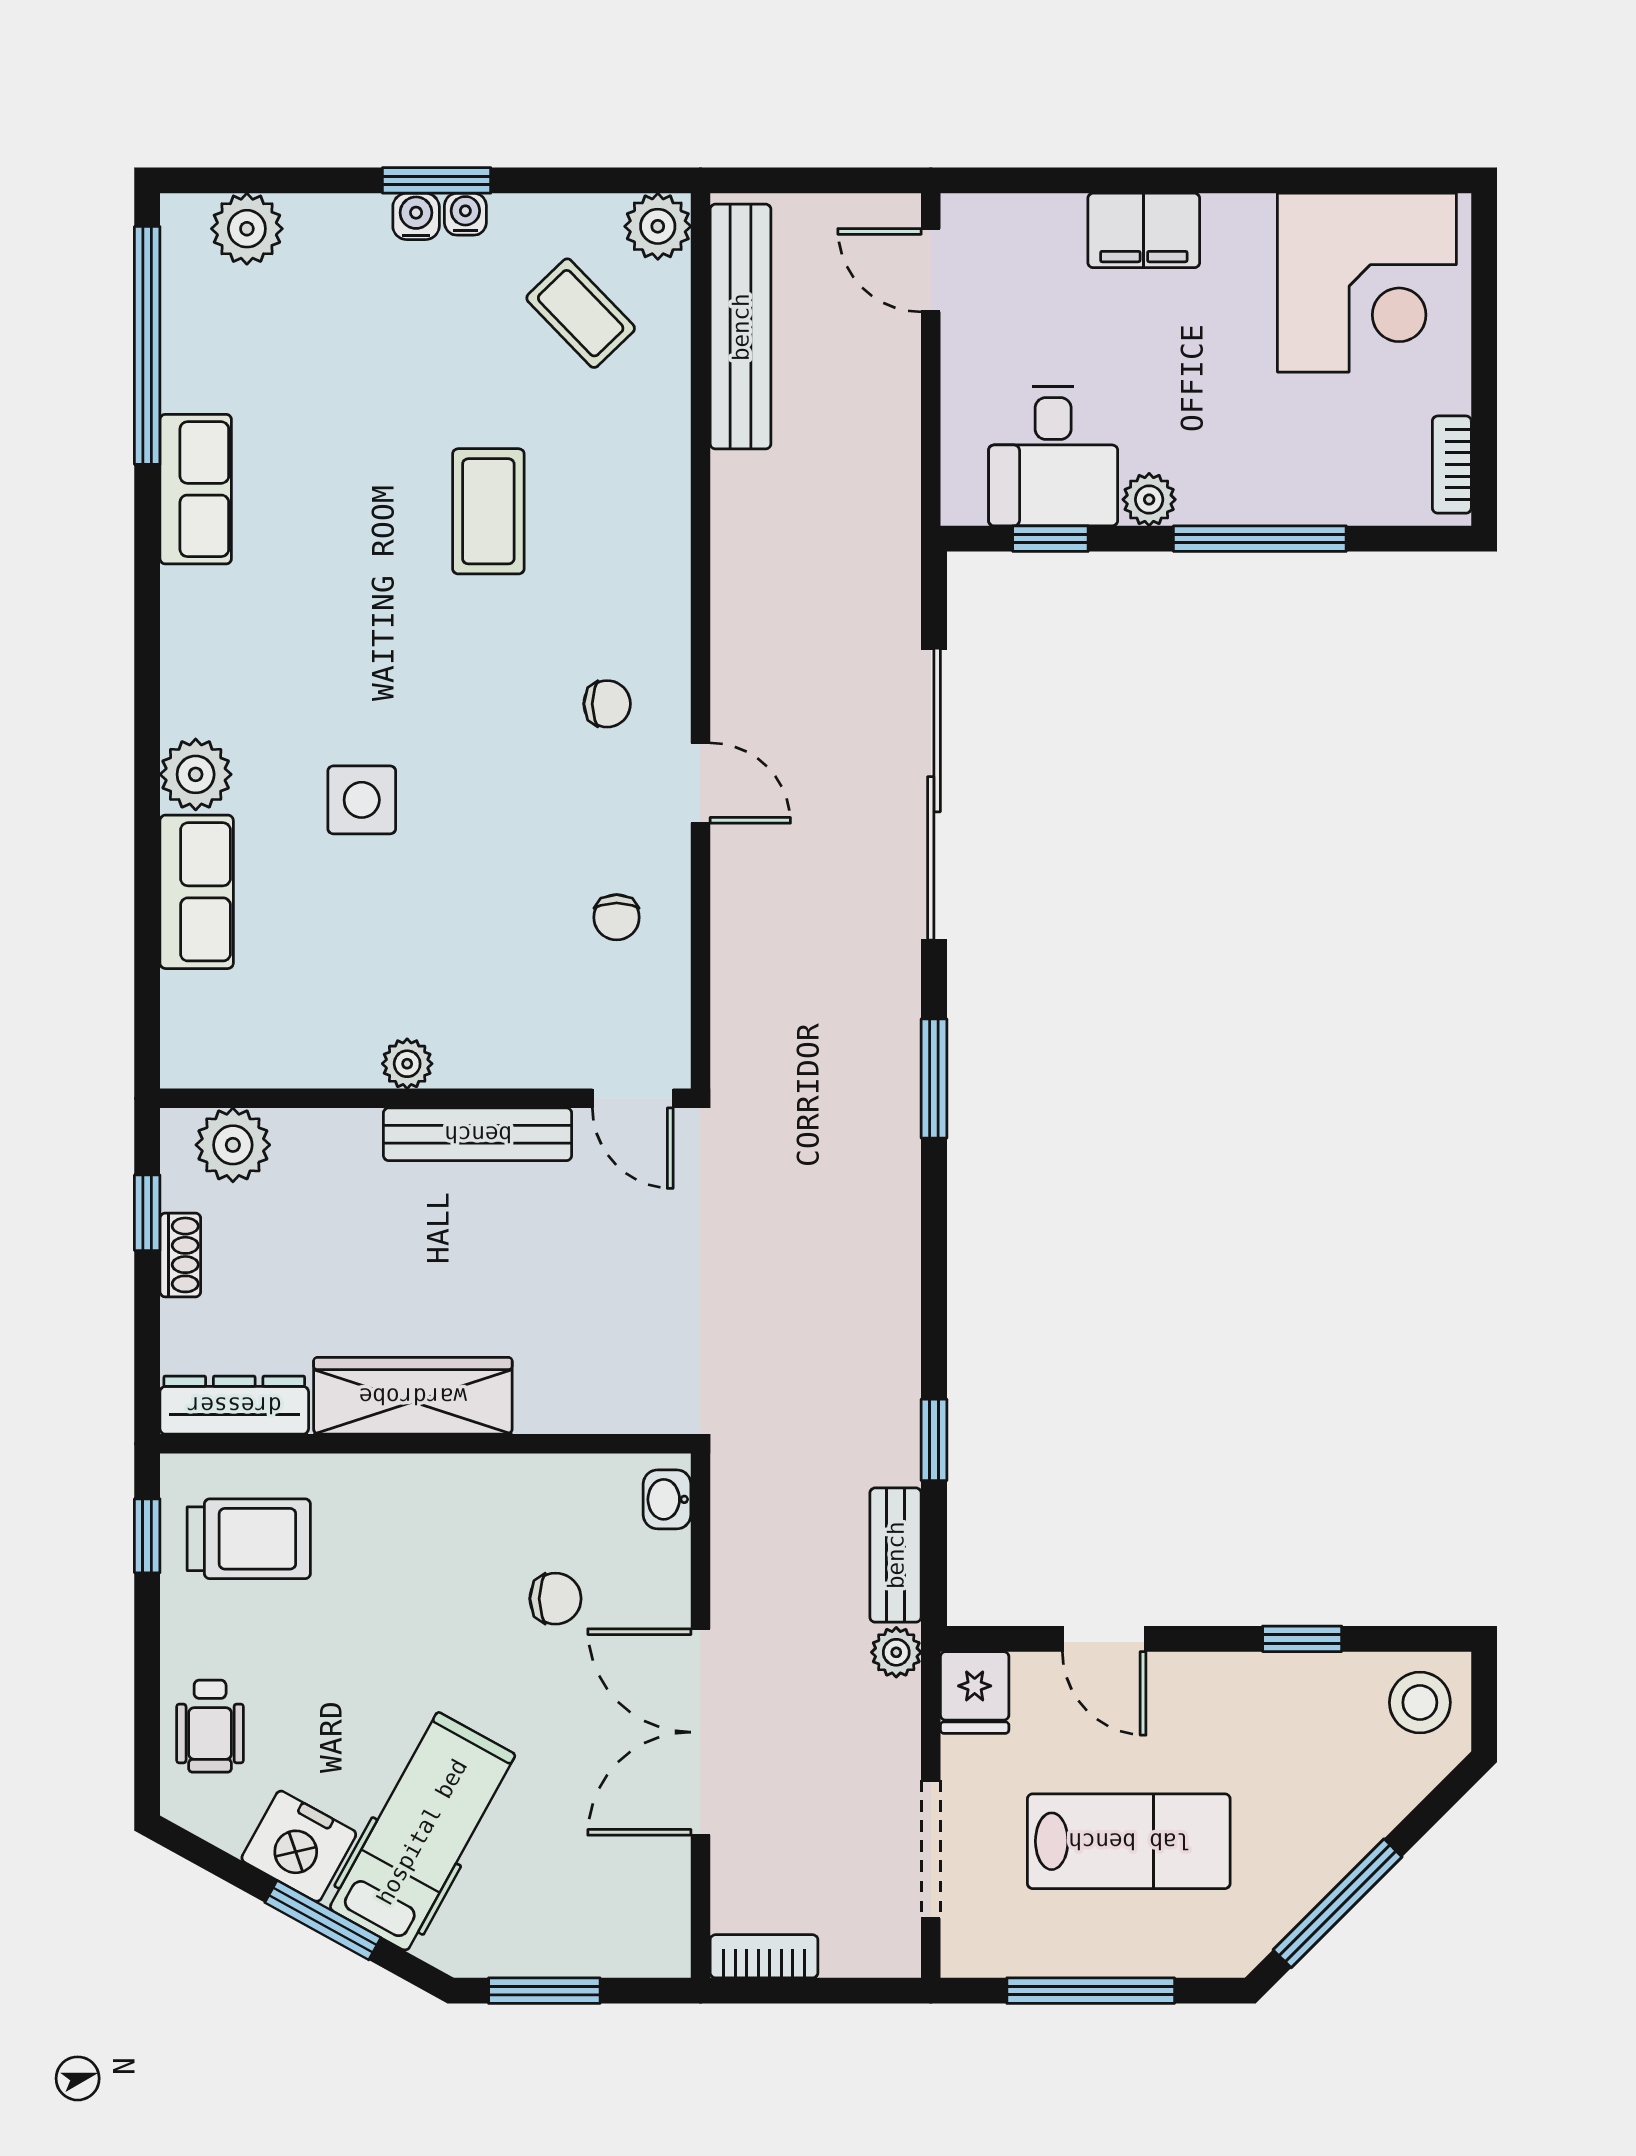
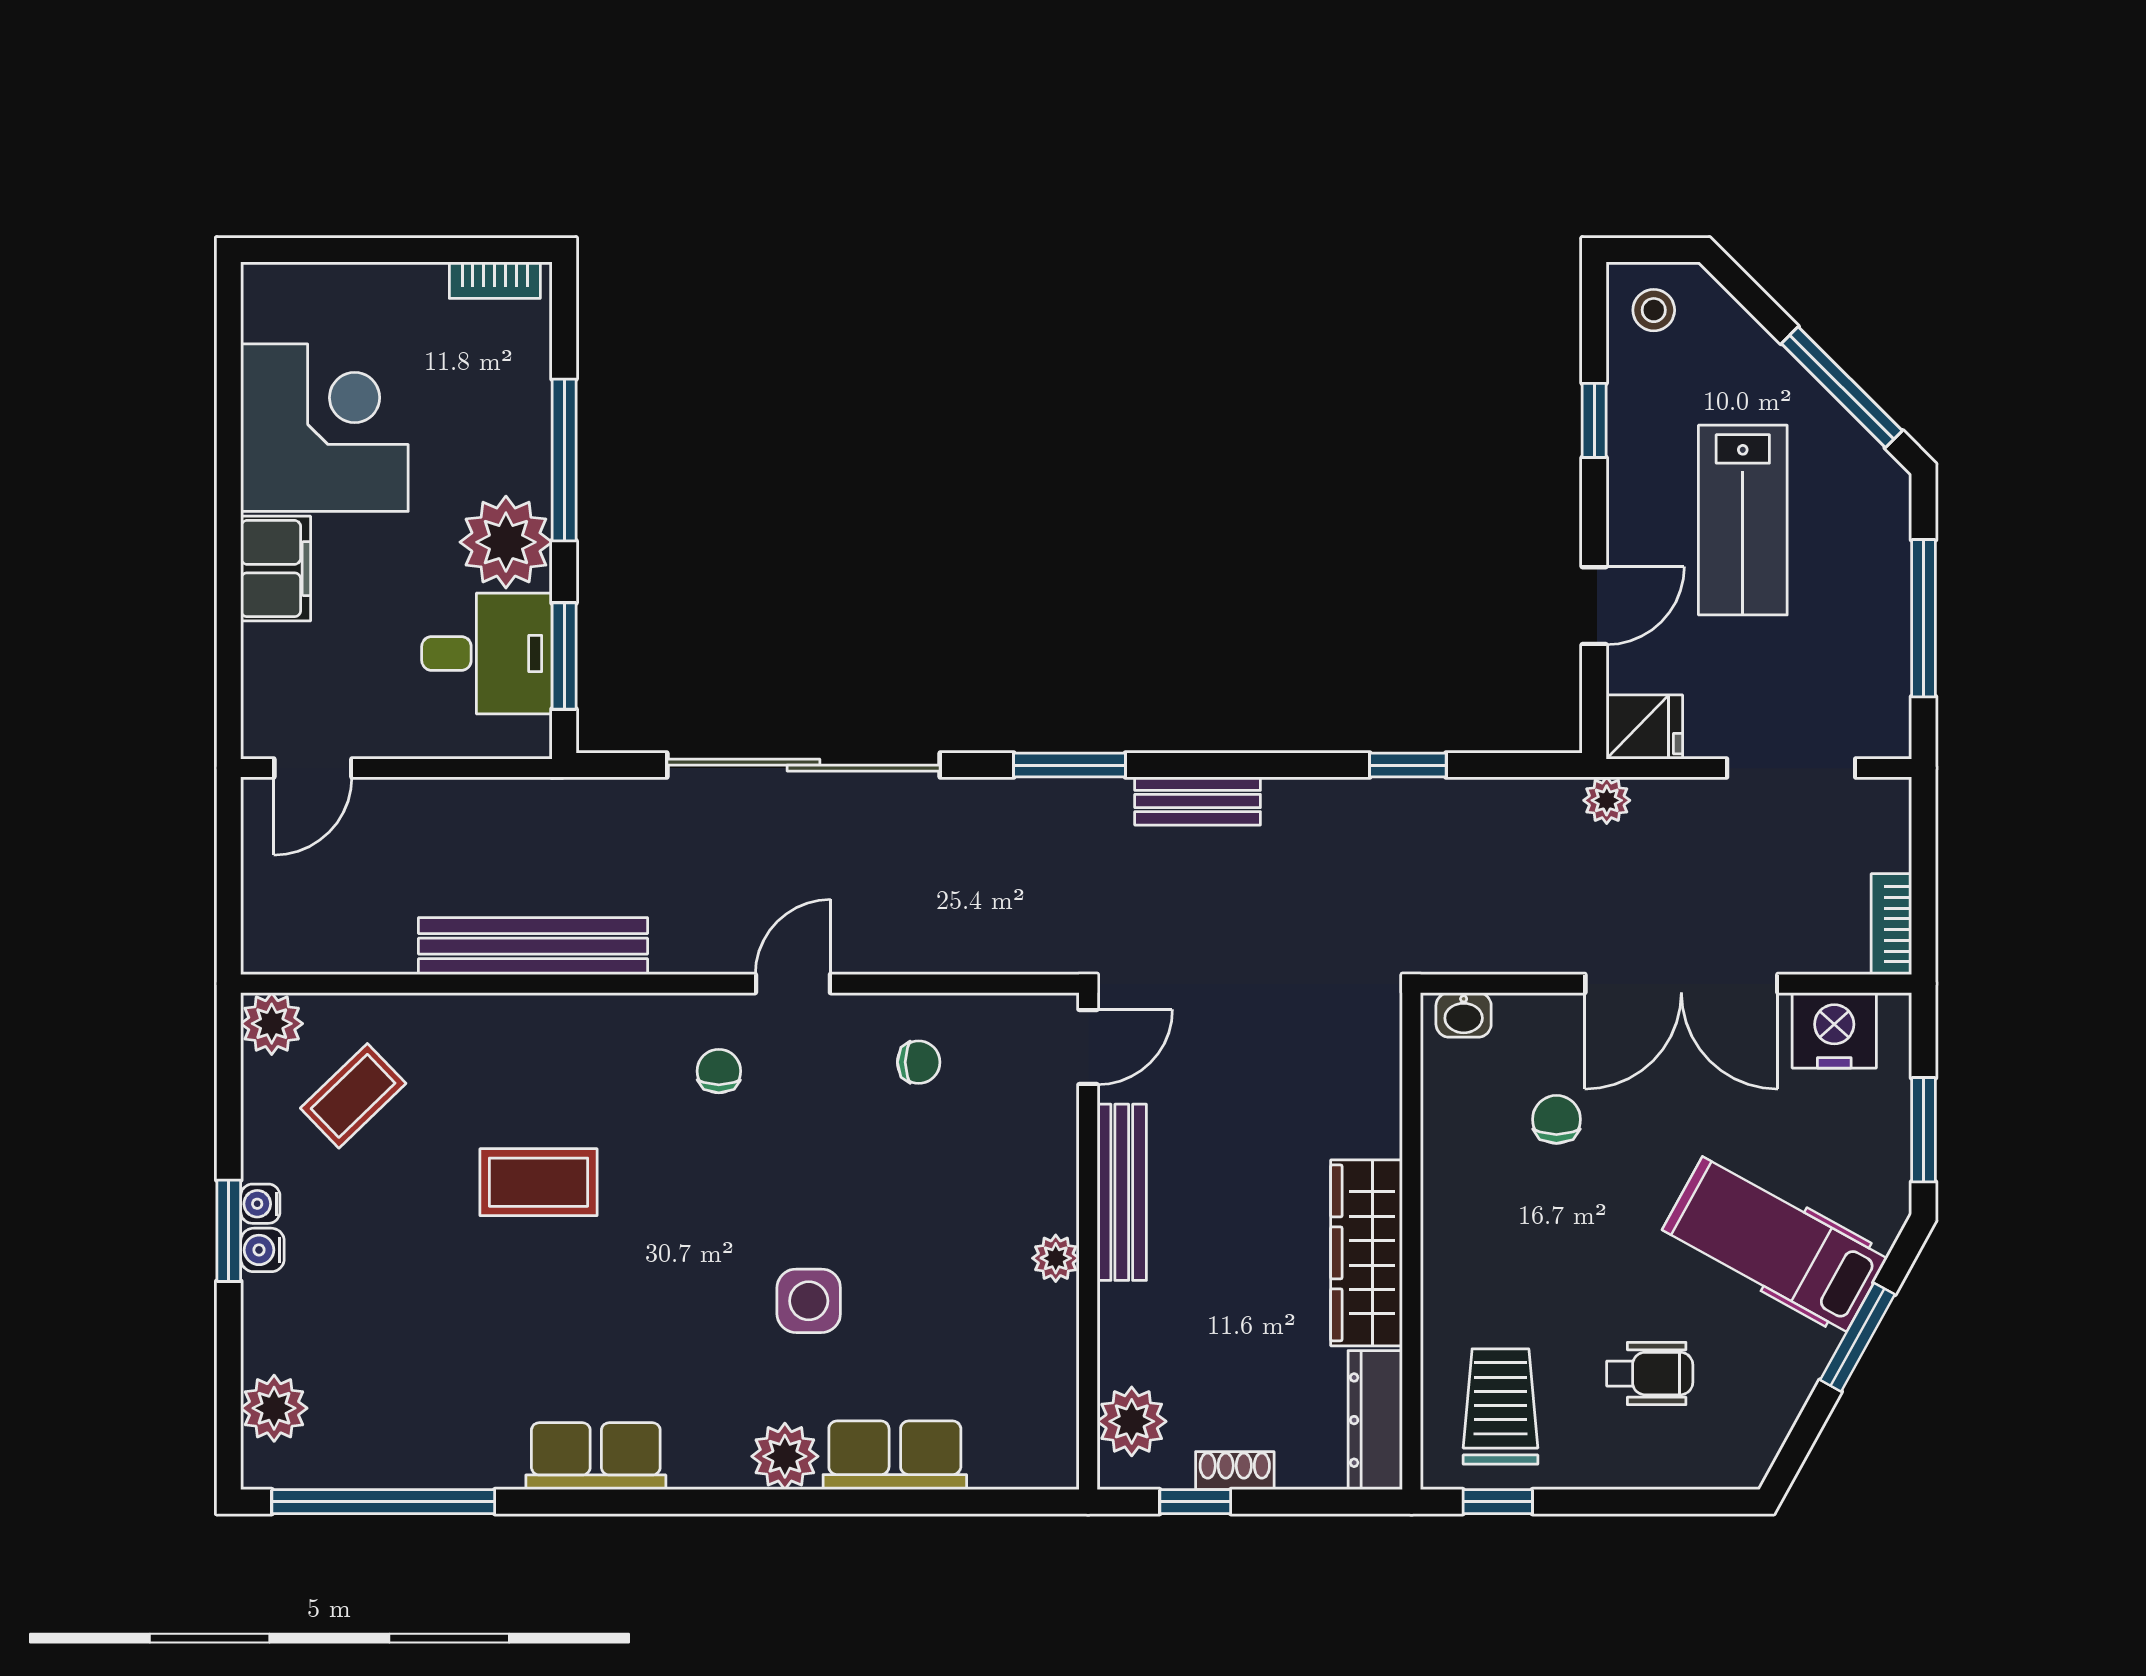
corner desk: (1367, 283) -> (324, 428), moved
bench: (741, 327) -> (533, 946), moved
row of seats: (196, 489) -> (596, 1456), moved
plant: (1149, 500) -> (506, 542), width x1.88, depth x1.88
window: (1050, 539) -> (564, 656), width x1.50
bench: (896, 1555) -> (1198, 801), moved
stool: (1420, 1702) -> (1654, 310), width x0.73, depth x0.73
wheelchair: (210, 1726) -> (1650, 1374), moved
lab bench: (1129, 1841) -> (1743, 520), moved, turned 180
nightstand: (299, 1846) -> (1834, 1030), moved, turned -119

